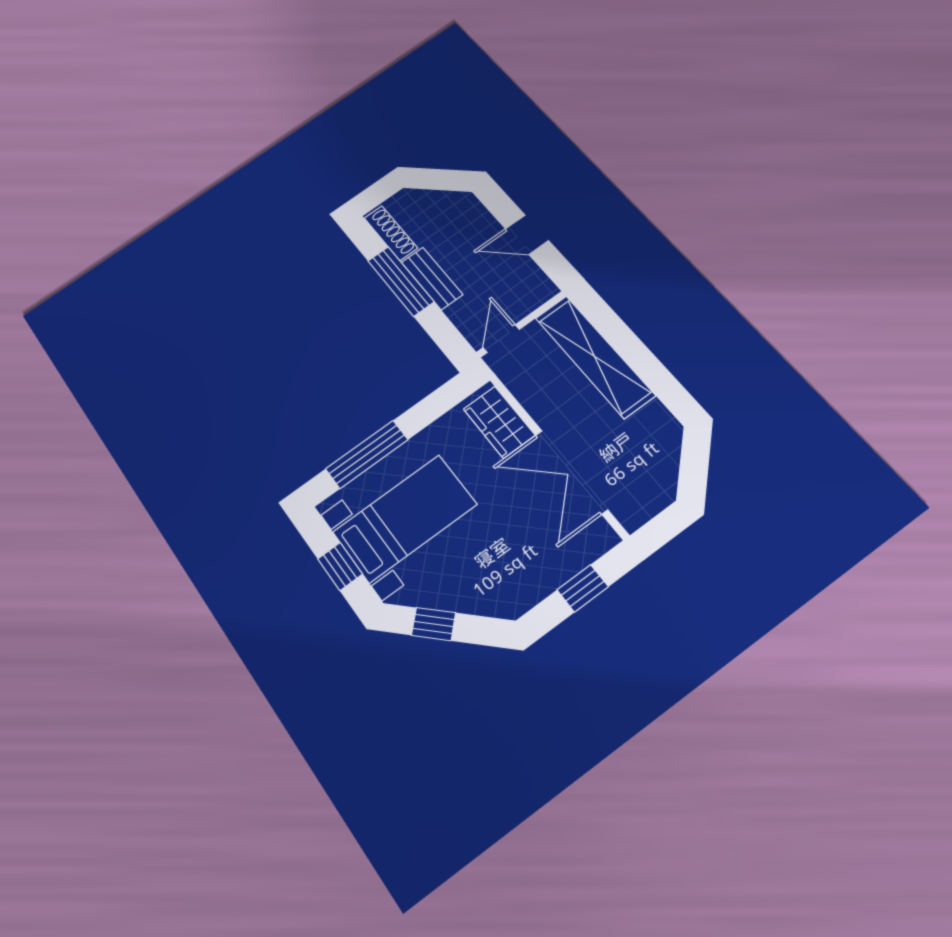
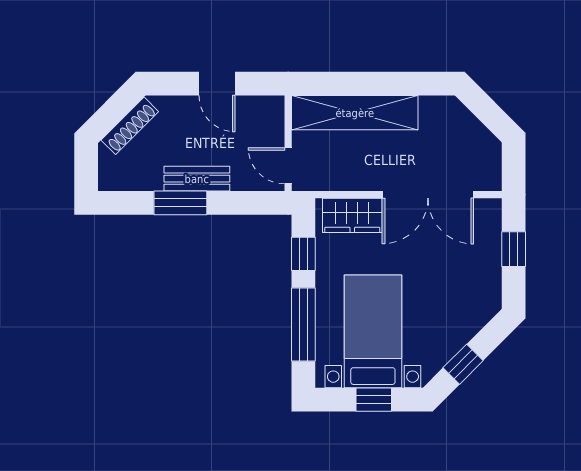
shoe rack: (391, 233) -> (130, 126), moved, turned 135
door: (527, 235) -> (217, 84), hinge flipped
window: (401, 281) -> (180, 203), width x0.69
window: (432, 408) -> (303, 254), added

